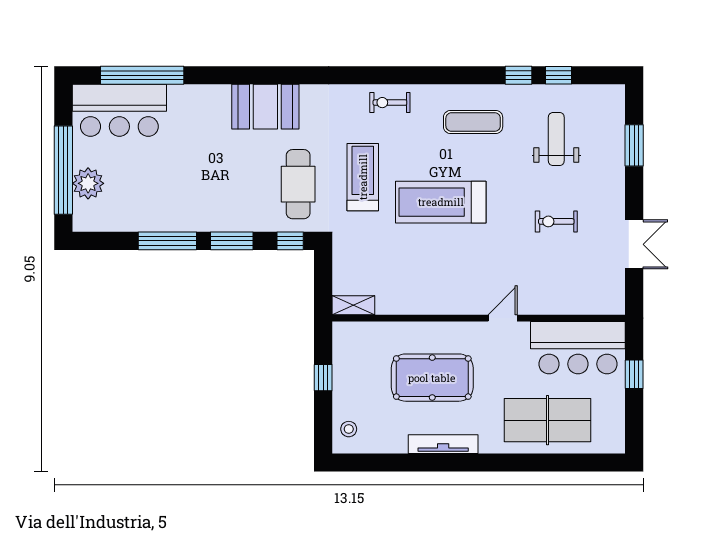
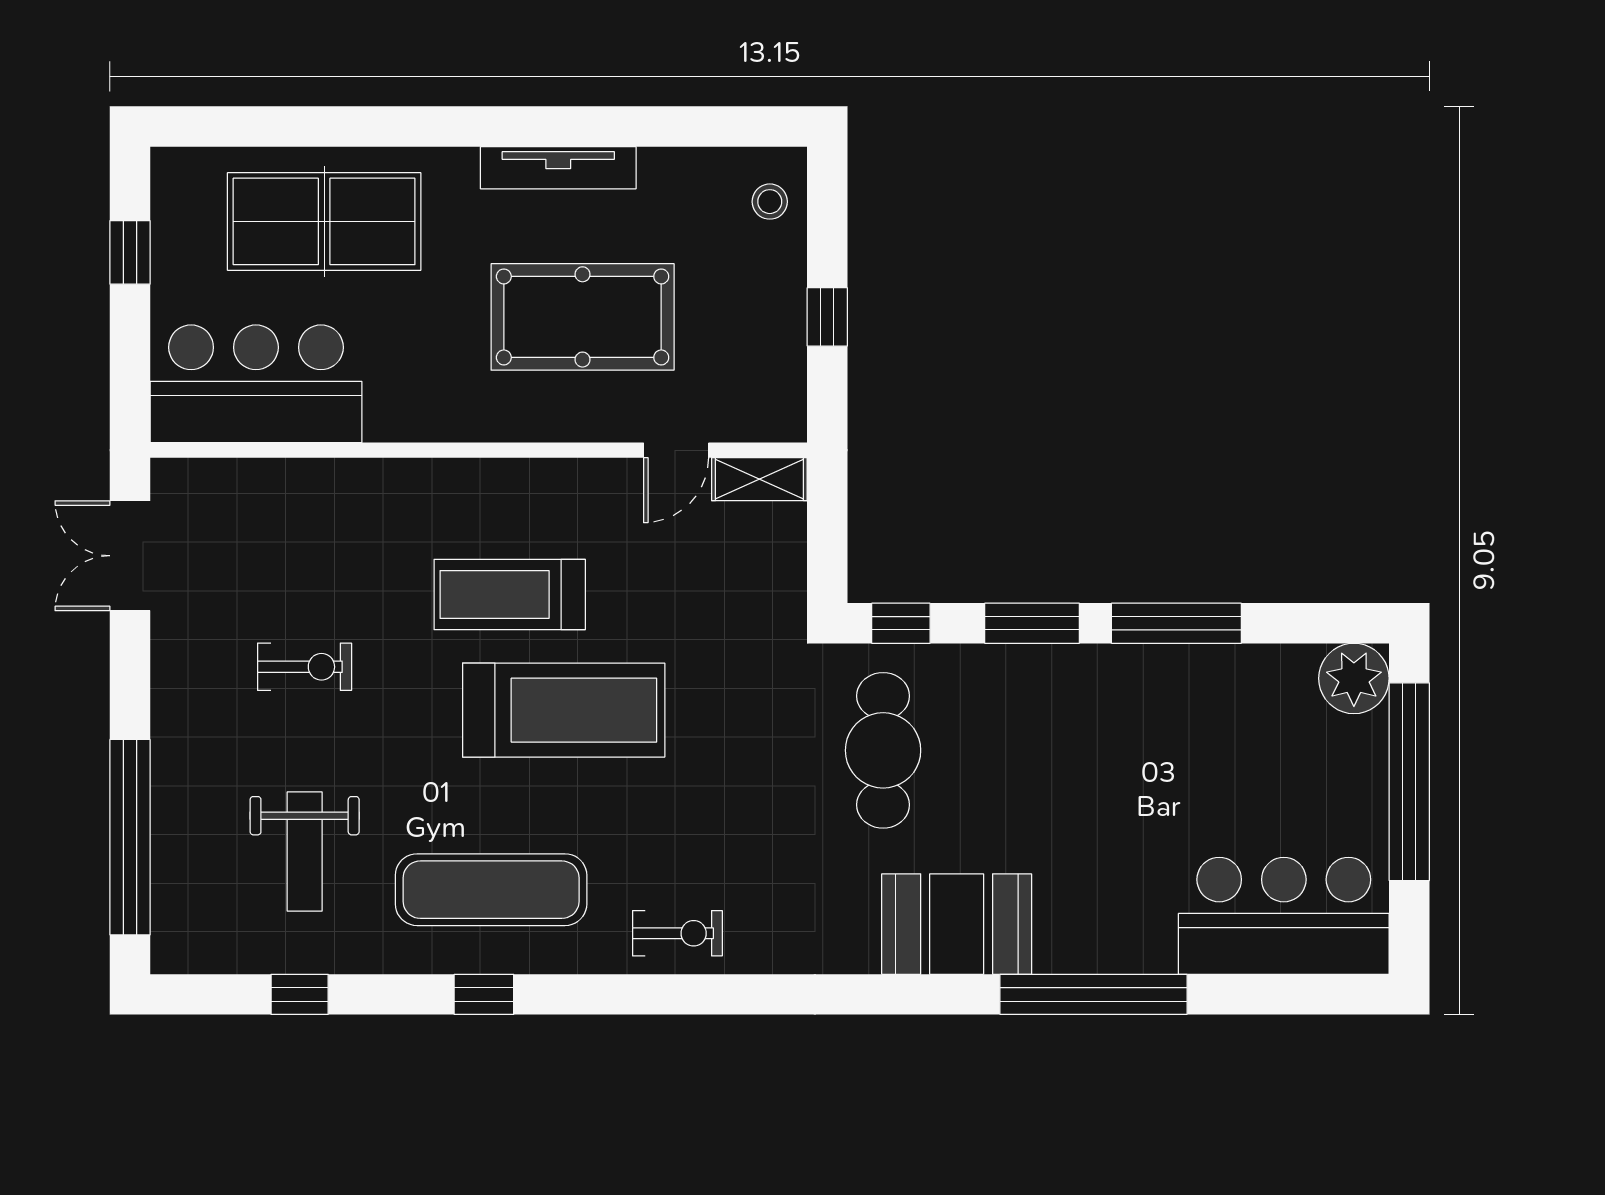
window: (142, 75) -> (1094, 994), moved
window: (518, 75) -> (484, 994), moved
exercise mat: (473, 122) -> (491, 890), width x1.36, depth x1.45
window: (634, 145) -> (130, 837), width x2.11
treadmill: (363, 177) -> (510, 594), moved, turned 90
plant: (88, 183) -> (1354, 678), moved
double door: (634, 244) -> (130, 556), moved
door: (503, 318) -> (676, 450), moved
window: (634, 374) -> (130, 252), moved

